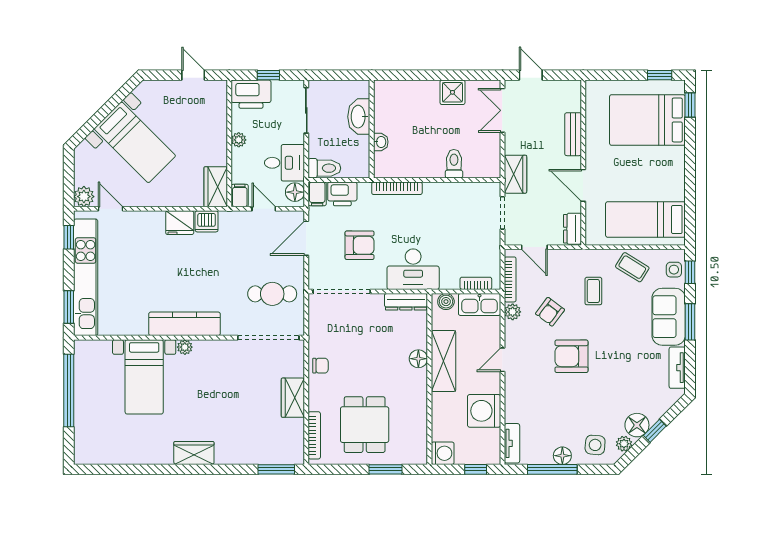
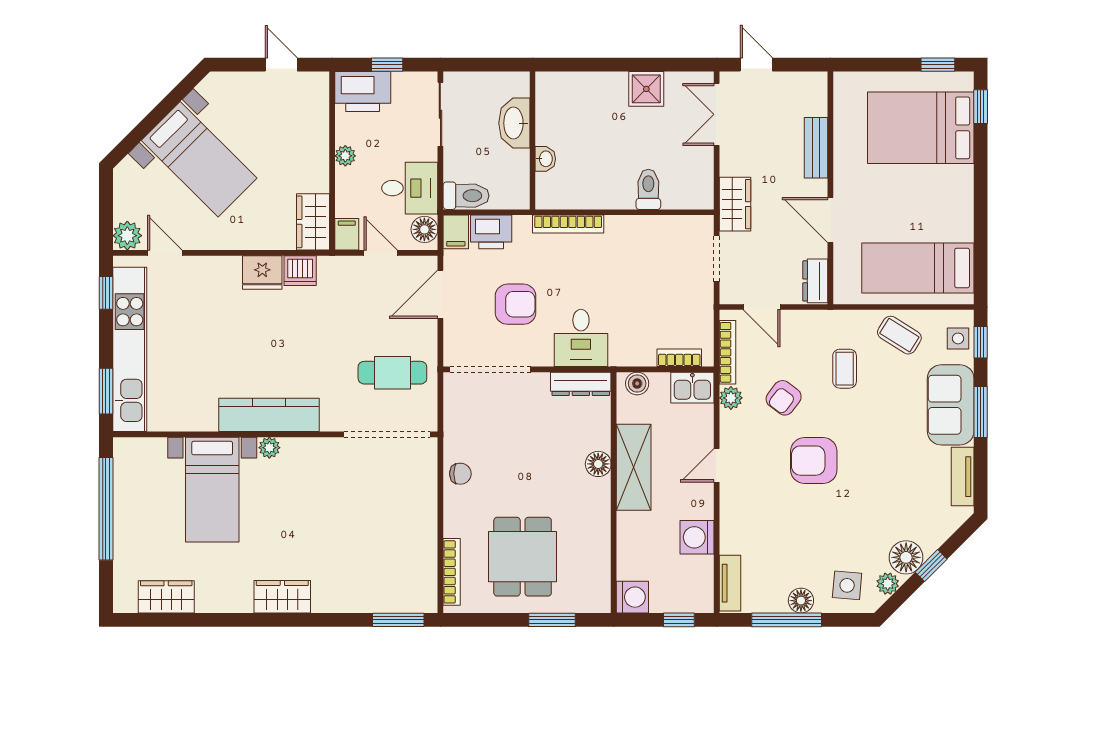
desk: (413, 269) -> (581, 338), width x0.73
kitchen sink: (480, 304) -> (692, 388), width x0.73
wardrobe: (293, 398) -> (166, 597), moved, turned 90
washing machine: (484, 411) -> (697, 537), width x0.73, depth x0.73

